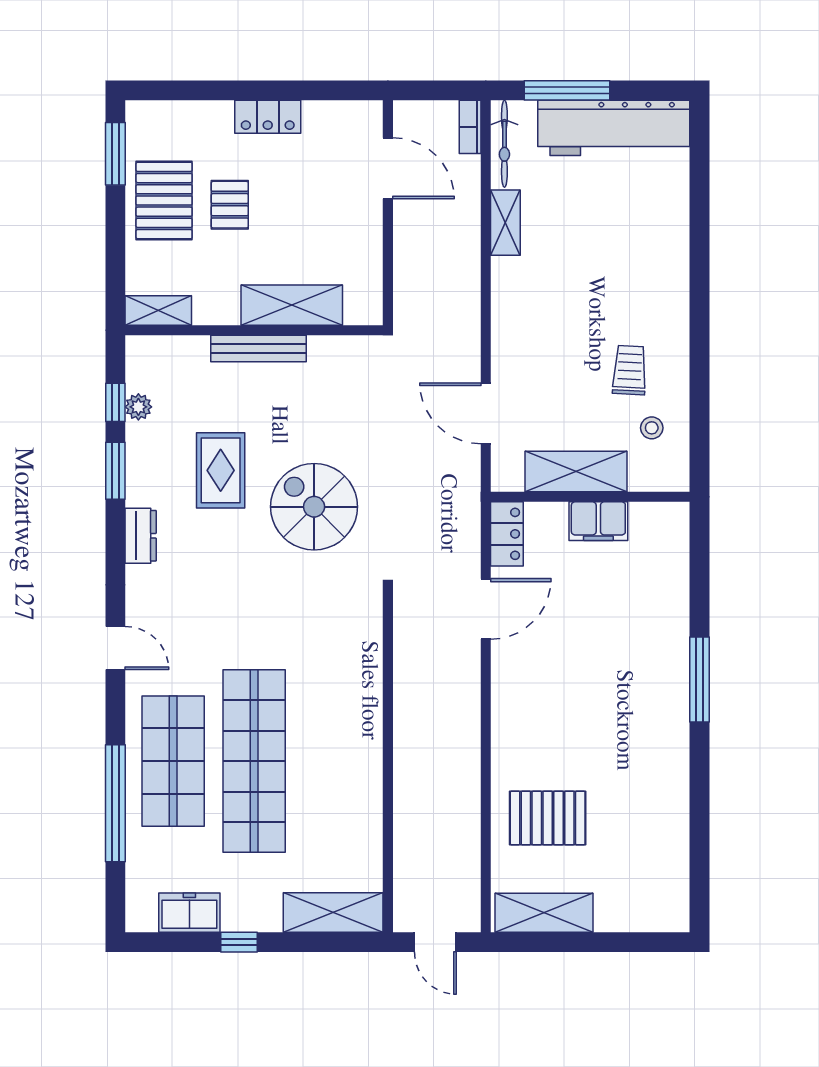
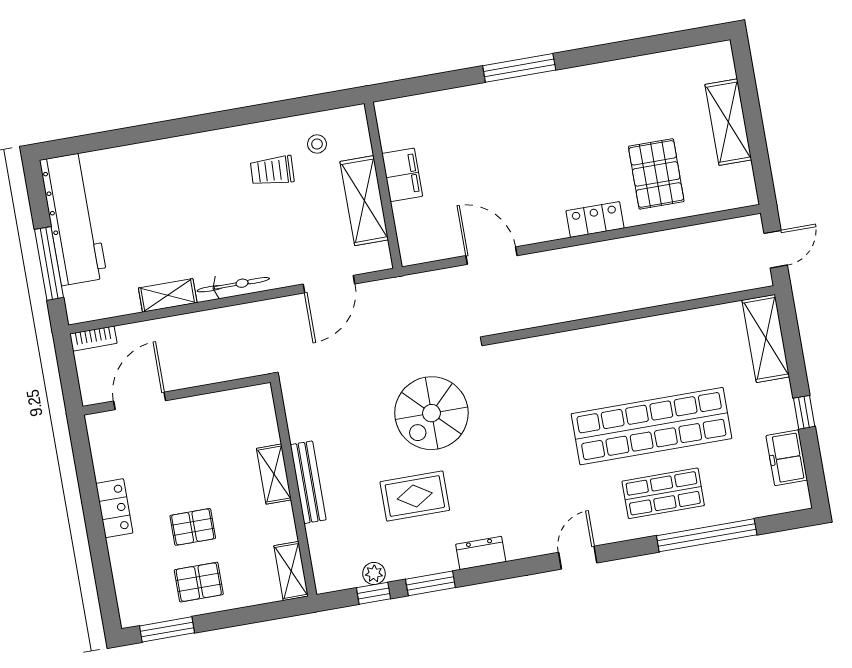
bicycle: (504, 144) -> (233, 285), moved
pallet: (164, 200) -> (199, 582), width x0.67, depth x0.71
shelving: (292, 305) -> (274, 474), width x0.67, depth x0.75
locker: (507, 534) -> (595, 219), moved
shop shelf: (173, 761) -> (663, 493), width x0.70, depth x0.74
shelving: (544, 913) -> (728, 122), moved

